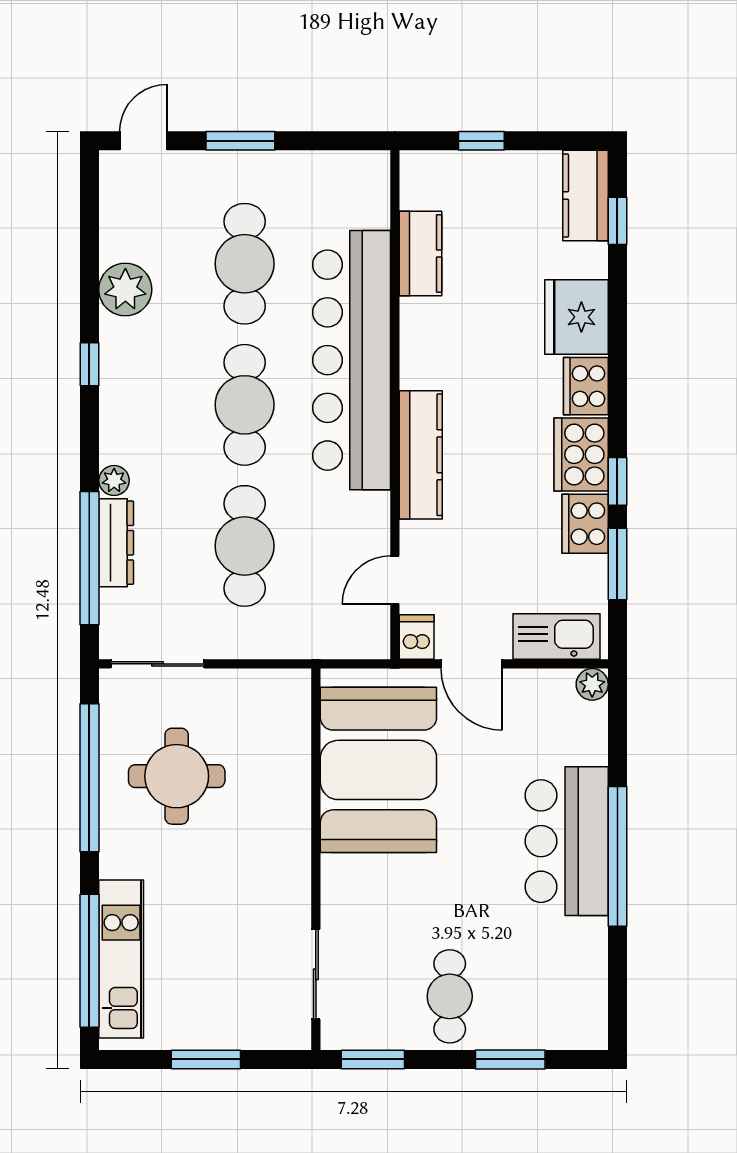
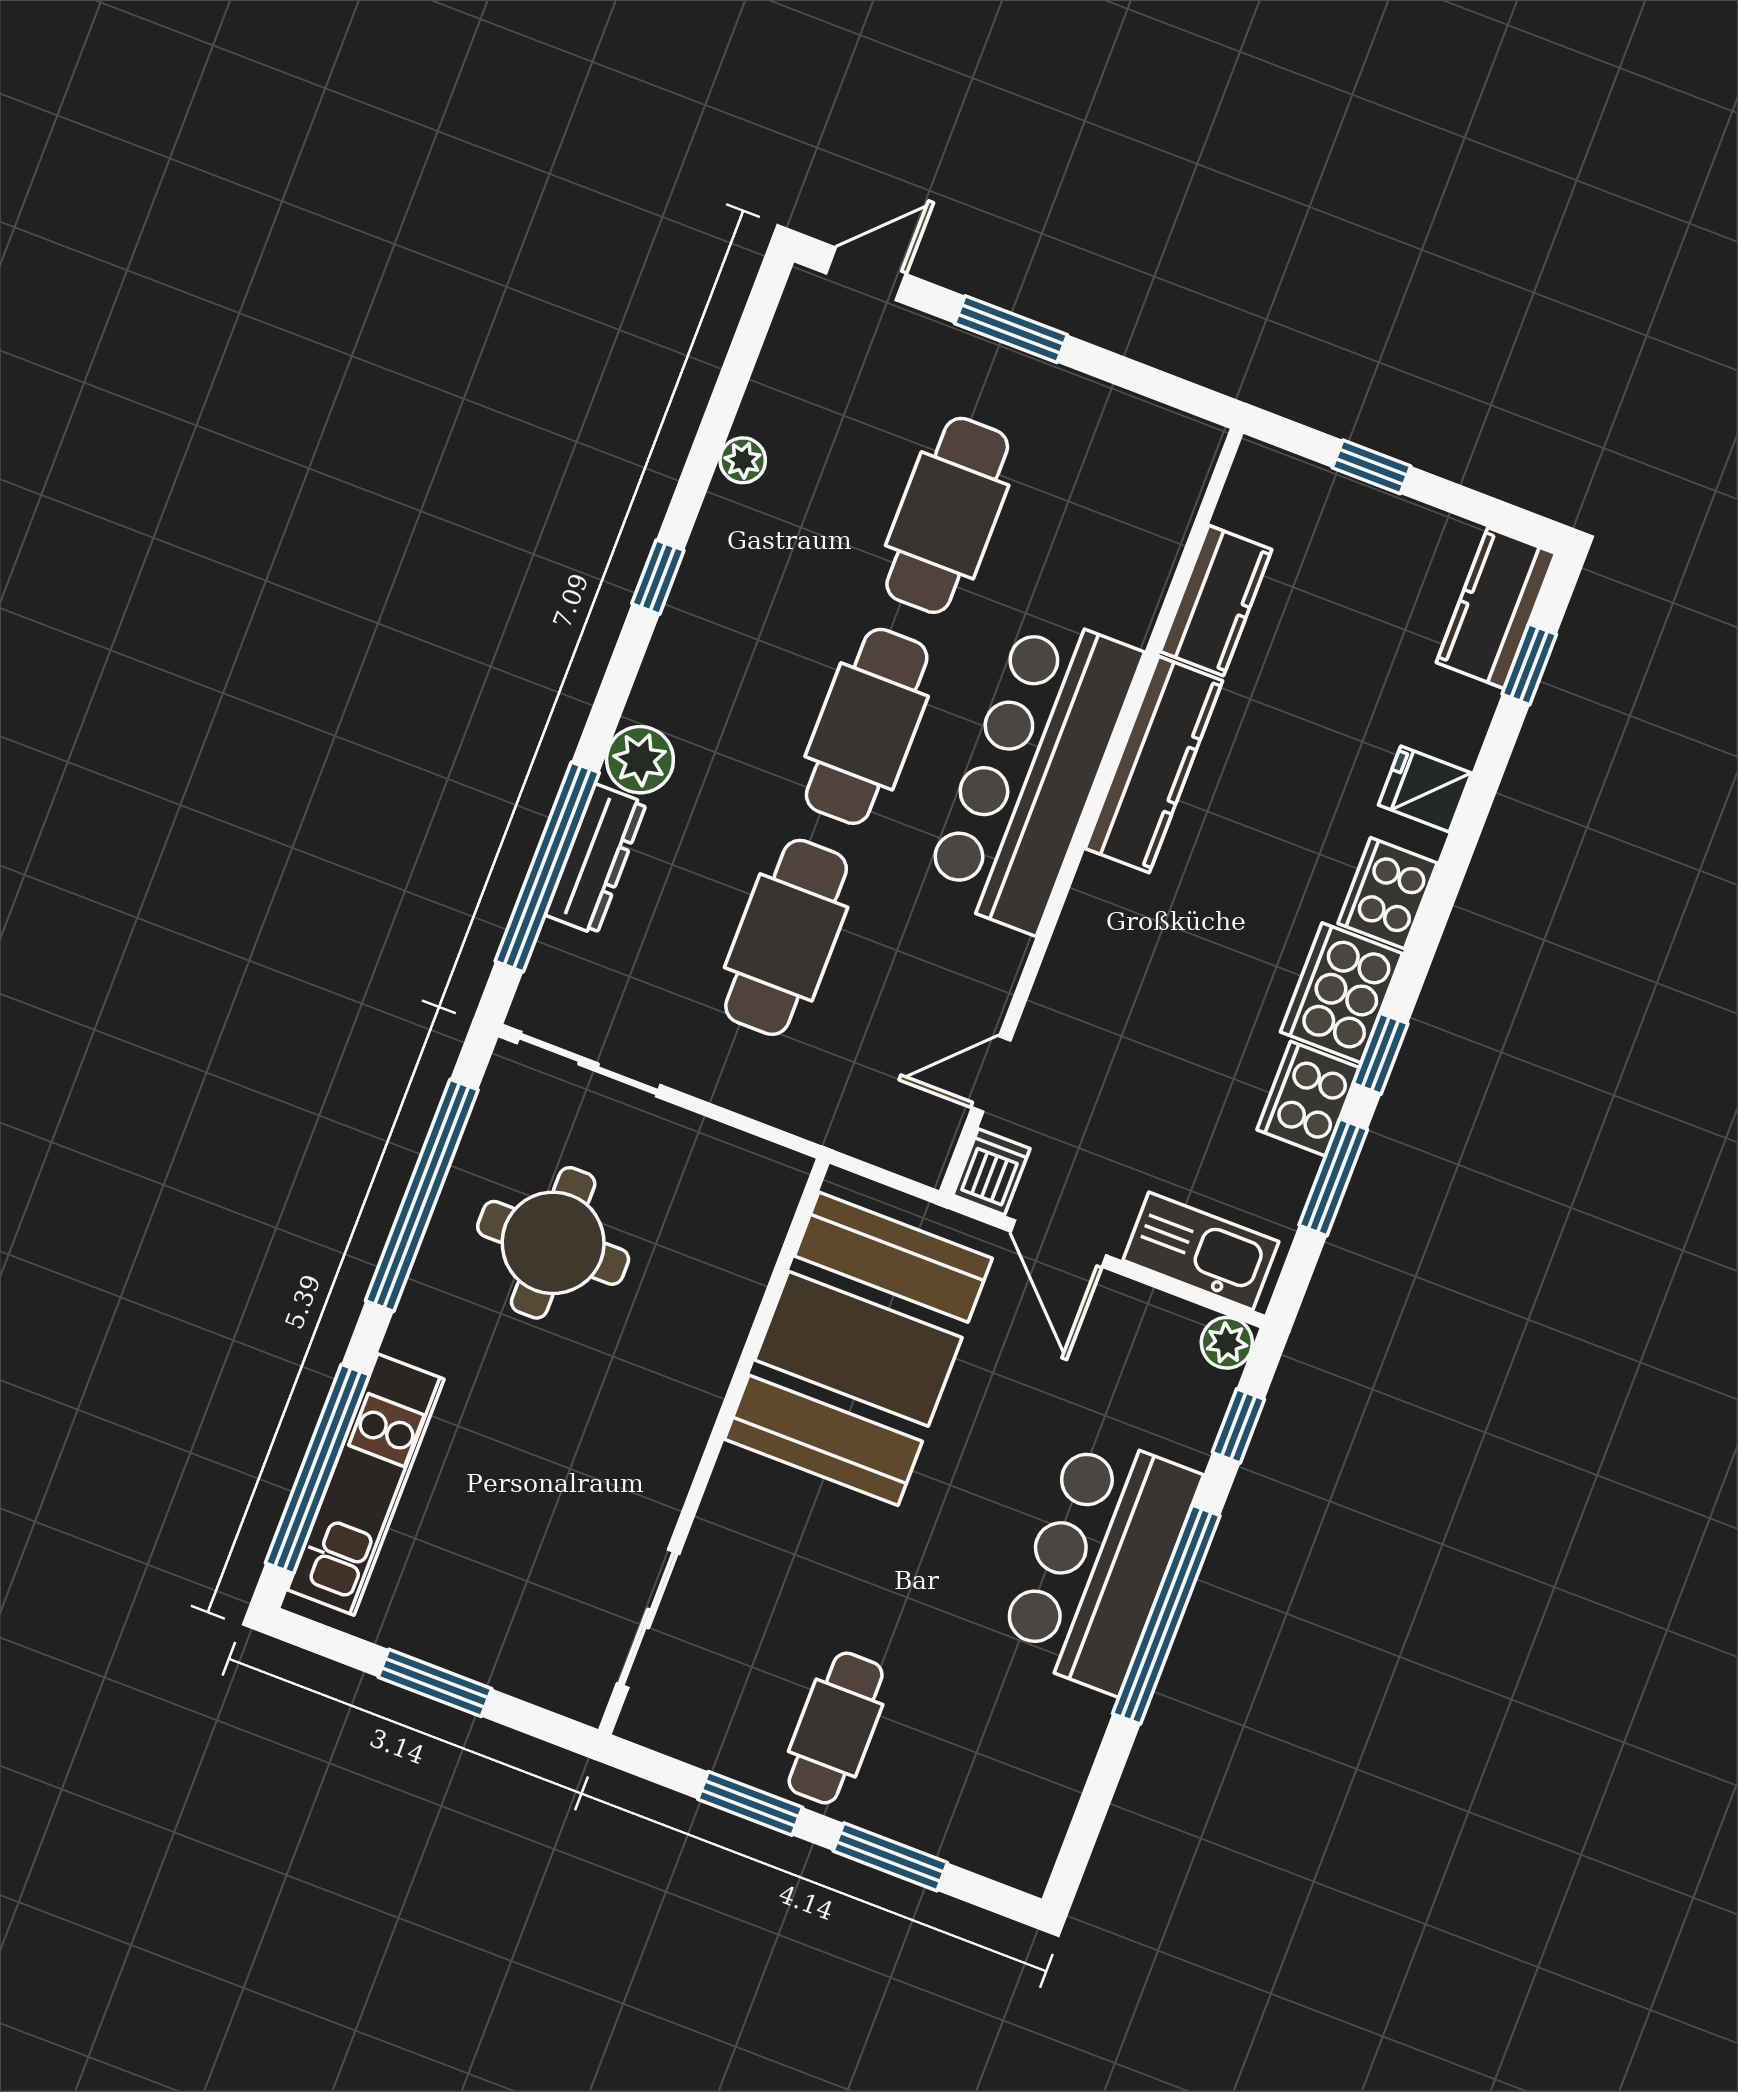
plant: (125, 290) -> (743, 460), width x0.53, depth x0.53
fridge: (576, 317) -> (1425, 789), width x0.53, depth x0.75
bar counter: (352, 360) -> (1032, 772), width x0.73
kitchen counter: (421, 455) -> (1154, 765), moved
plant: (114, 480) -> (640, 760), width x1.38, depth x1.38
window: (617, 730) -> (1238, 1426), added
window: (373, 1059) -> (750, 1803), moved

